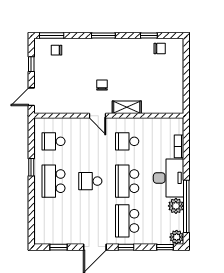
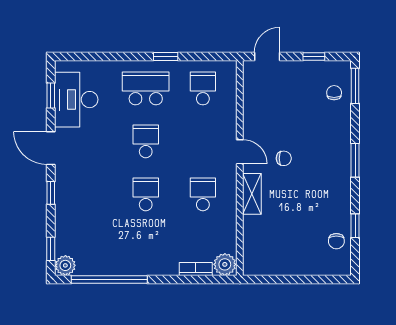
door: (31, 97) -> (267, 56), hinge flipped
door: (97, 116) -> (240, 152), swing flipped
desk: (169, 178) -> (76, 100), moved, turned 90
school desk: (127, 181) -> (146, 194), width x0.54
plant: (176, 206) -> (225, 264), moved
school desk: (127, 221) -> (89, 194), removed

